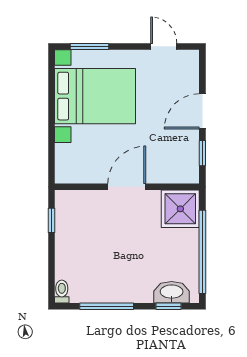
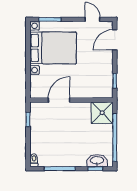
door: (202, 111) -> (115, 40), moved
door: (127, 187) -> (59, 100), moved

